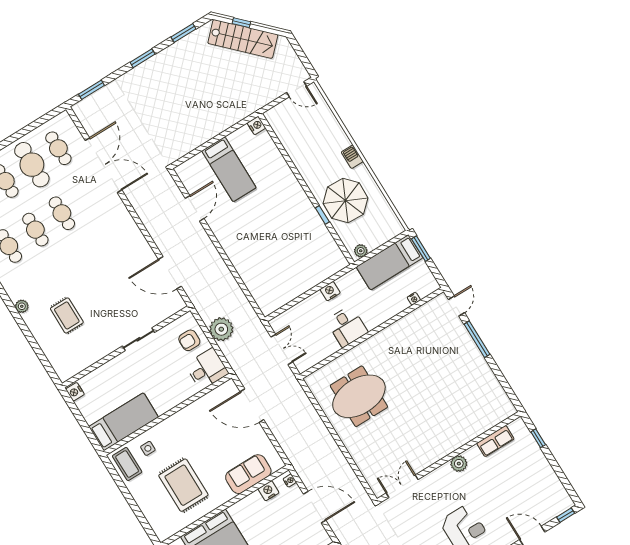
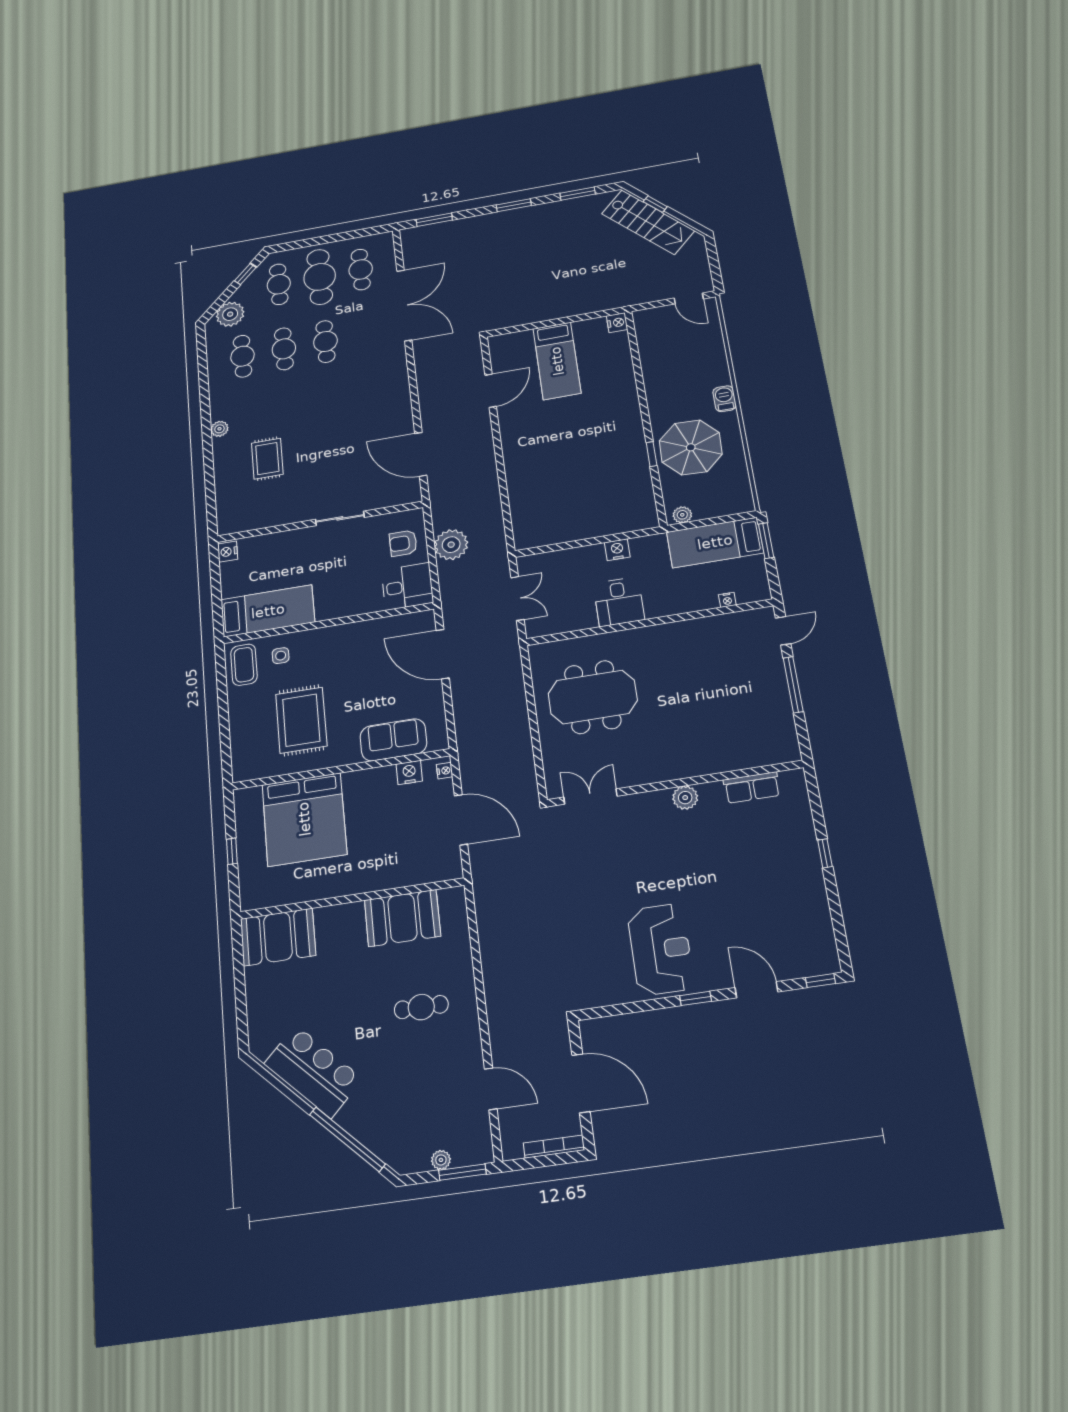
row of seats: (495, 441) -> (752, 787), moved
wall: (449, 457) -> (674, 784), moved
plant: (459, 464) -> (685, 798), moved
double door: (402, 486) -> (590, 797), moved

